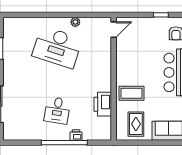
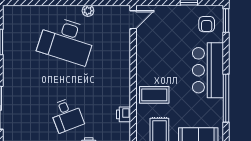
printer: (103, 104) -> (124, 114), width x0.53, depth x0.68
desk: (57, 110) -> (67, 115), turned -30

